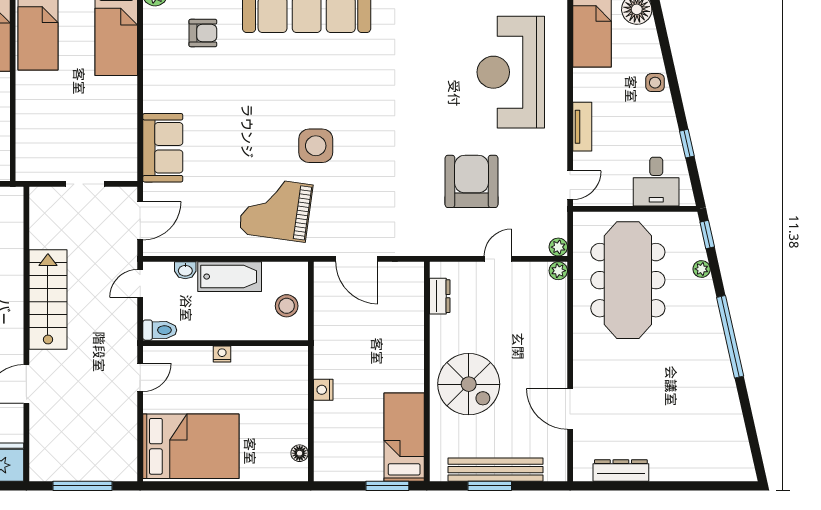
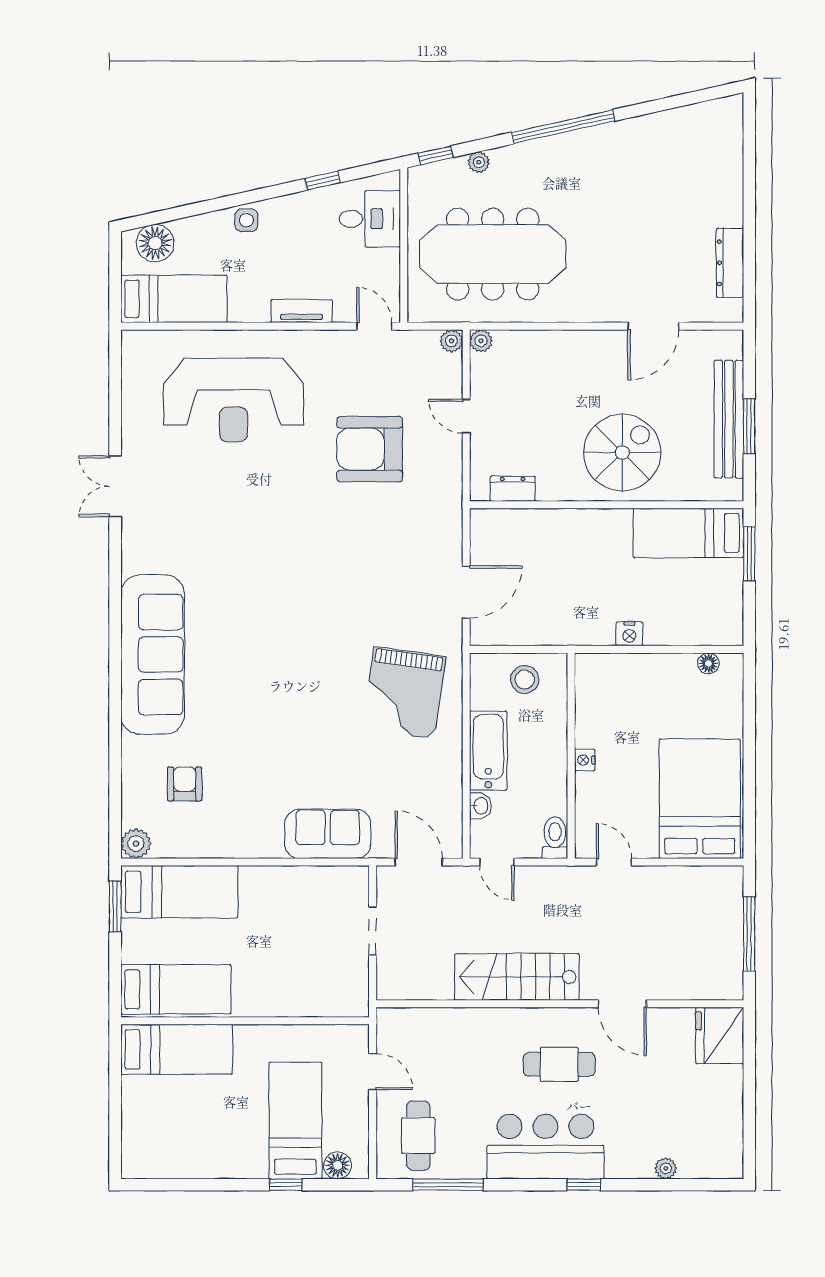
side table: (316, 146) -> (325, 643), removed

